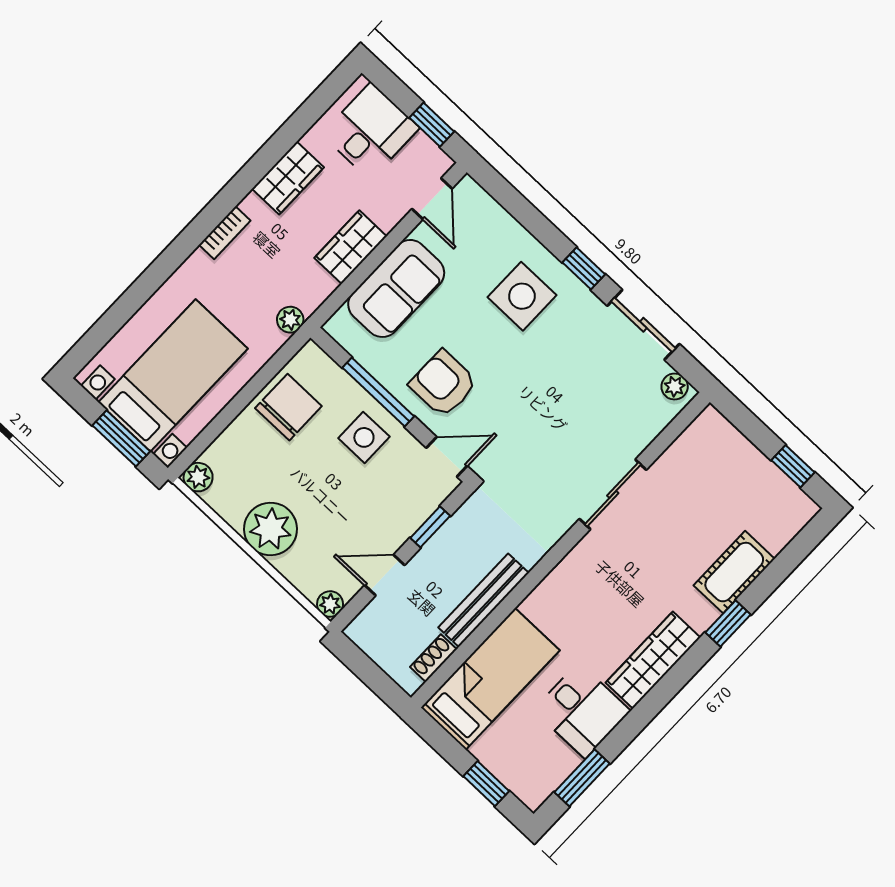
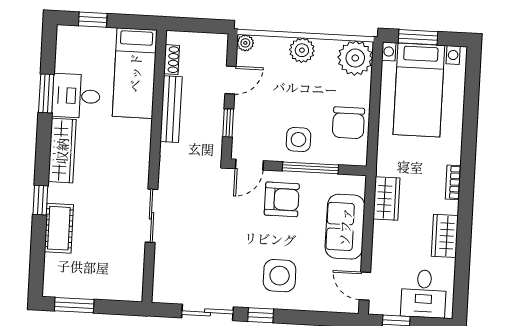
wardrobe: (351, 247) -> (386, 199), moved
plant: (290, 320) -> (384, 167), removed
plant: (675, 387) -> (166, 295), removed
window: (793, 466) -> (74, 305), width x1.50
plant: (198, 477) -> (355, 58), width x1.88, depth x1.88
plant: (270, 529) -> (302, 50), width x0.73, depth x0.73
window: (582, 778) -> (46, 93), moved

